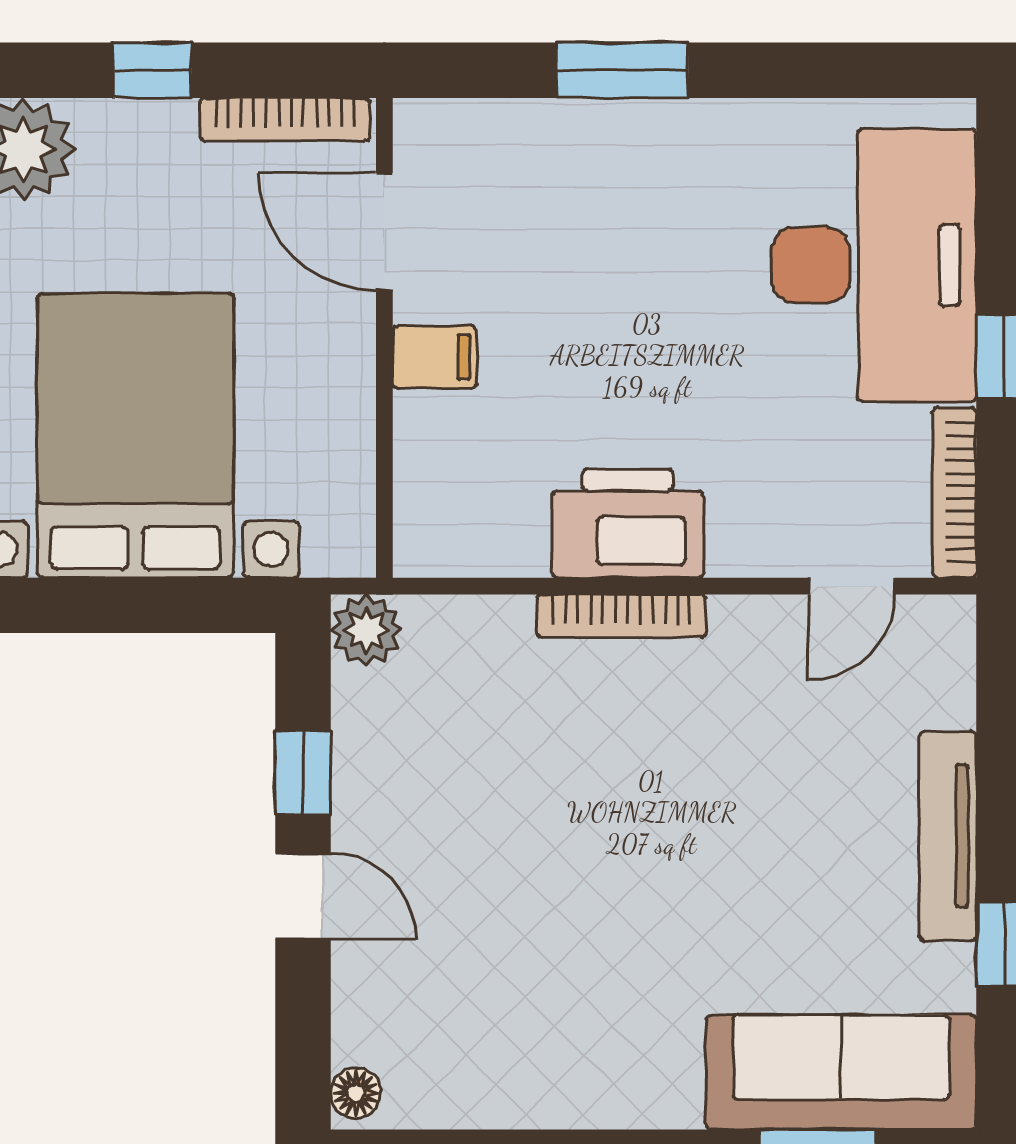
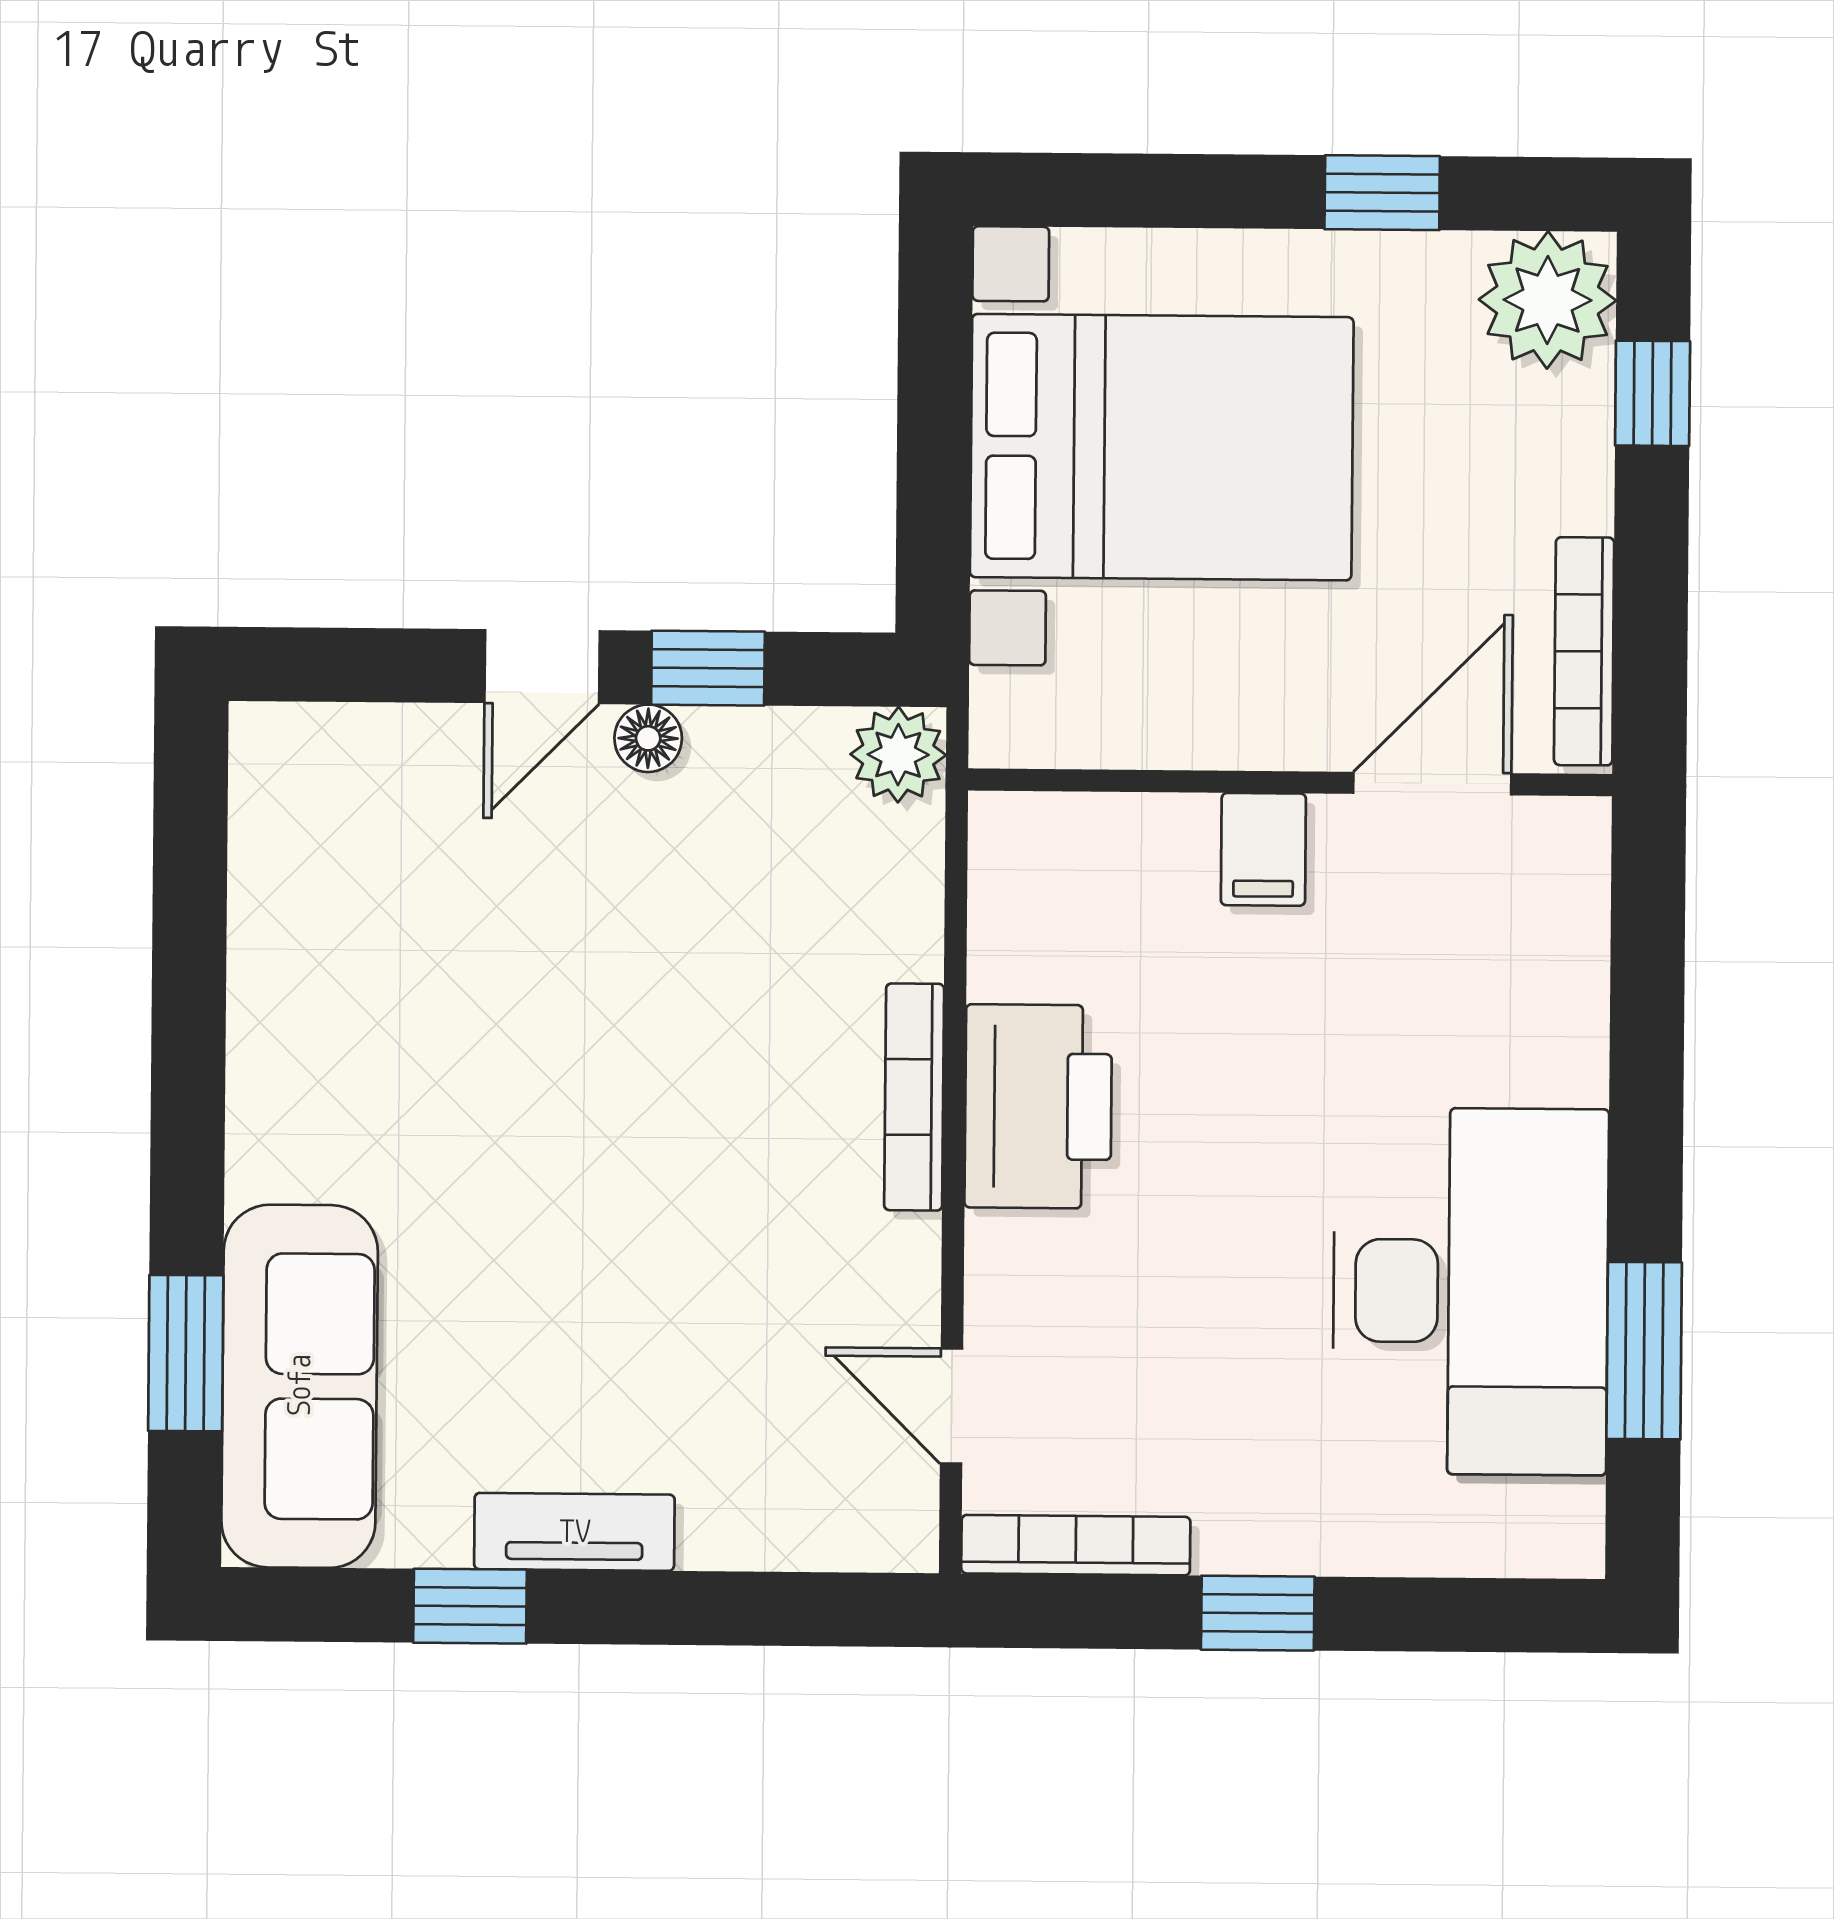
window: (152, 70) -> (1653, 393), moved
window: (622, 70) -> (1644, 1351), moved
desk: (874, 265) -> (1471, 1291), moved, turned -90
tv unit: (948, 836) -> (574, 1532), width x0.71
floor lamp: (356, 1093) -> (648, 738), moved

